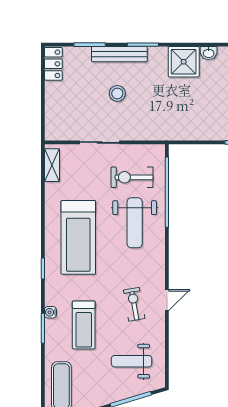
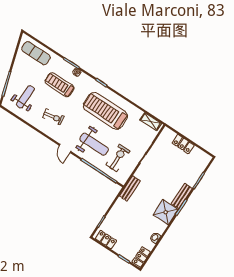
bench: (119, 54) -> (182, 196), width x0.73
shower: (184, 62) -> (166, 212), moved
locker: (53, 64) -> (183, 144), moved
stool: (117, 93) -> (165, 178), removed
bench: (163, 133) -> (130, 188), added
weight bench: (135, 223) -> (94, 144), turned 180
door: (167, 300) -> (65, 148), moved

